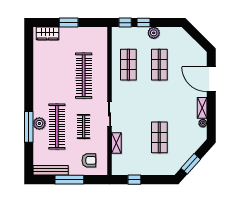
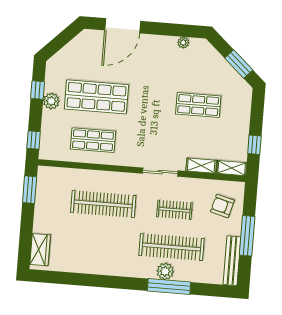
window: (69, 23) -> (30, 190), moved
window: (143, 23) -> (38, 90), moved
shop shelf: (159, 65) -> (96, 97), width x1.43, depth x1.36
shelving: (202, 108) -> (232, 168), moved
armchair: (89, 160) -> (222, 206), turned -75

